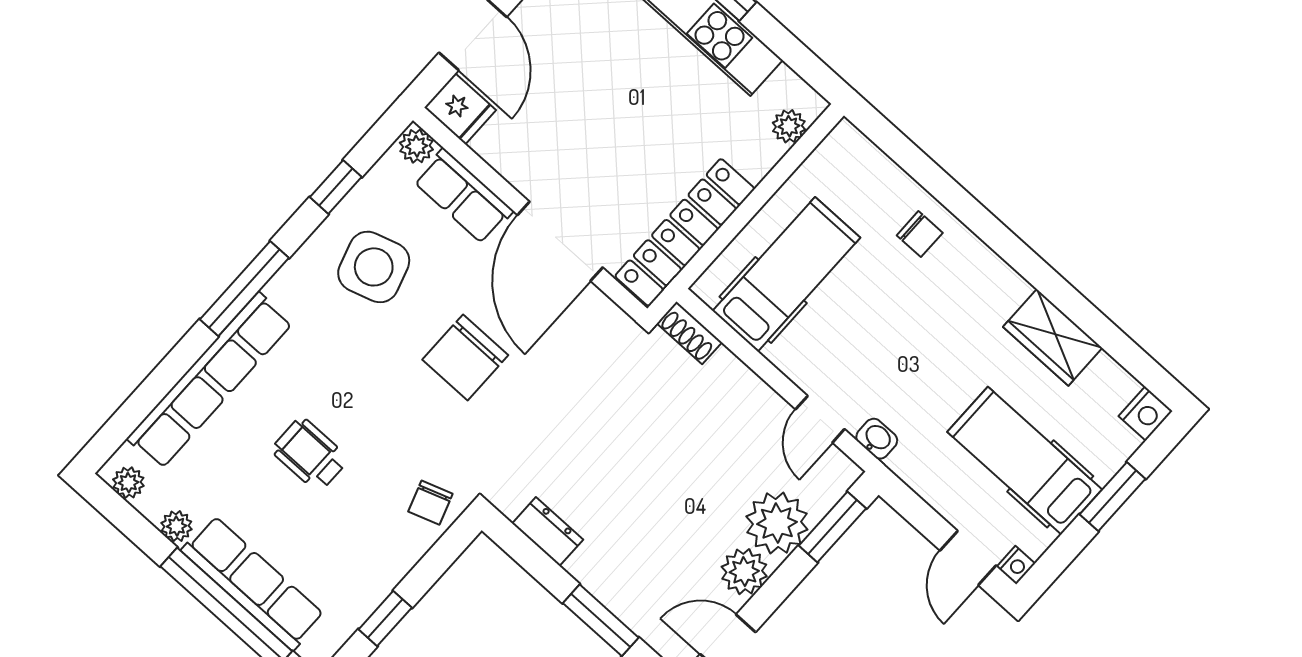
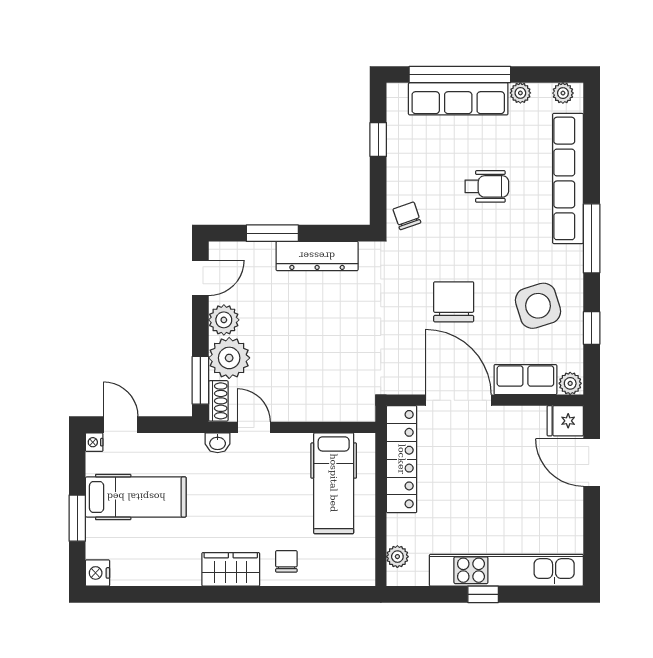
chair: (920, 234) -> (286, 561), turned 90
shoe rack: (689, 333) -> (218, 401), moved, turned 90
wardrobe: (1053, 337) -> (231, 569), moved
dresser: (548, 532) -> (317, 256), width x1.96, depth x1.24

